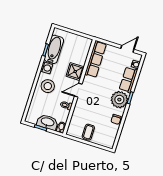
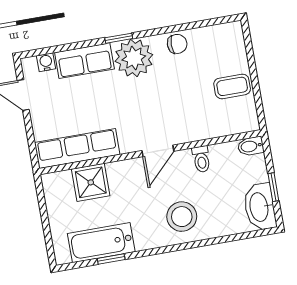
washing machine: (46, 68) -> (146, 238), removed
shower: (75, 72) -> (91, 182), moved
door: (78, 90) -> (158, 151), hinge flipped
washbasin: (47, 122) -> (260, 207), moved

